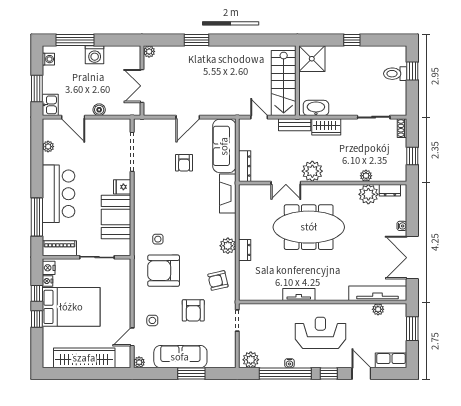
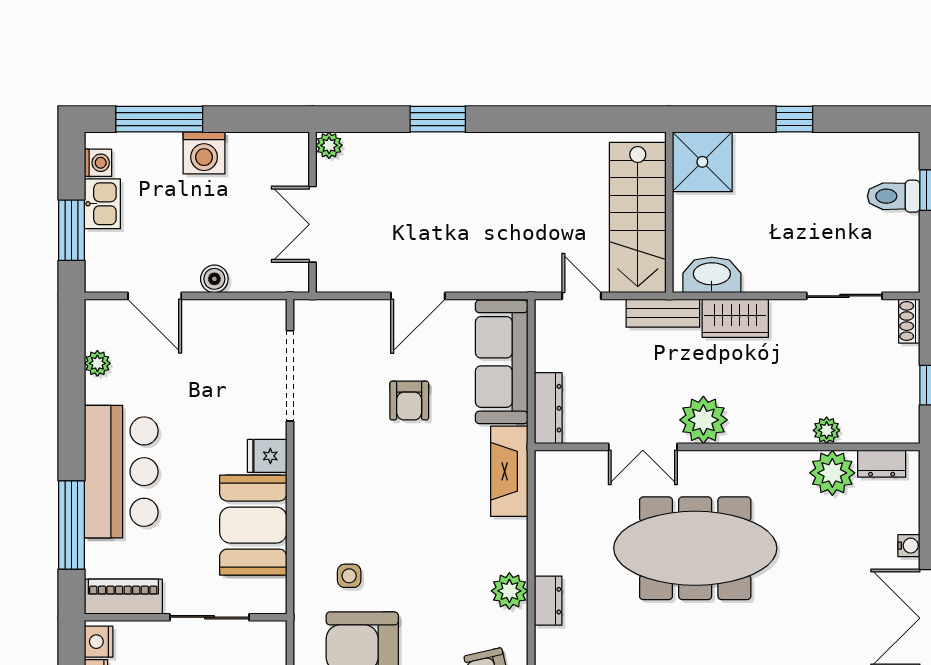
kitchen sink: (50, 105) -> (102, 204), moved

